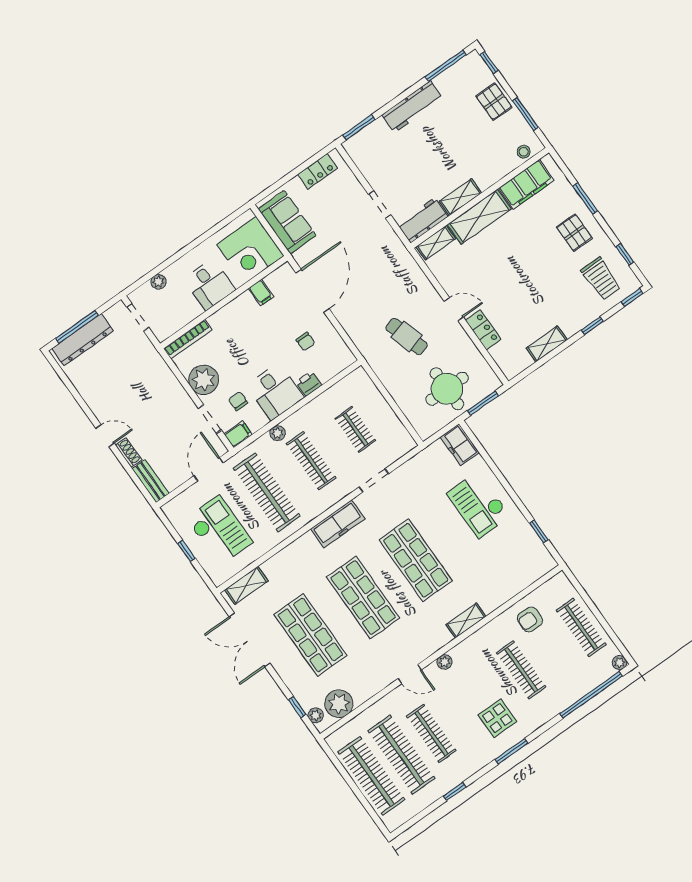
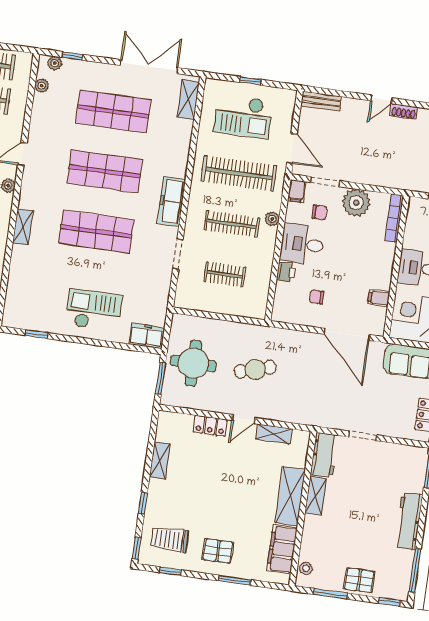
shelving: (436, 243) -> (274, 434), moved, turned 90
shoe rack: (128, 452) -> (404, 111), moved
plant: (339, 704) -> (42, 86), width x0.53, depth x0.53

